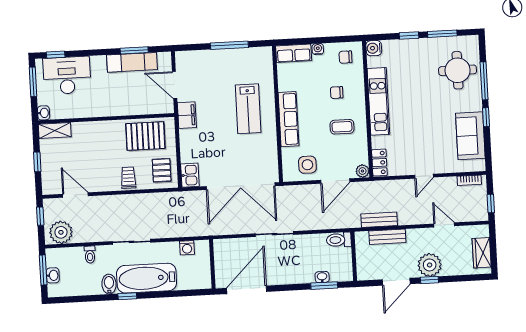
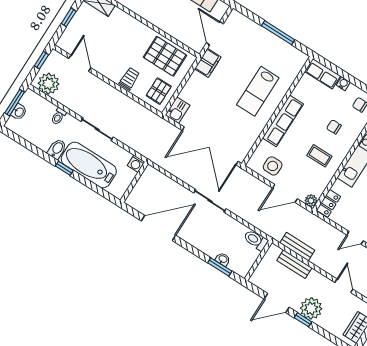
wall: (212, 264) -> (134, 182), moved

